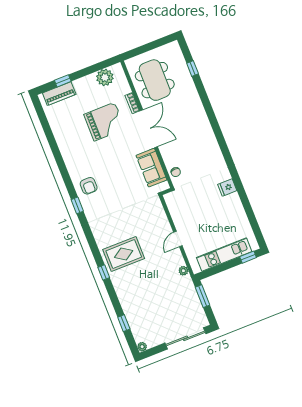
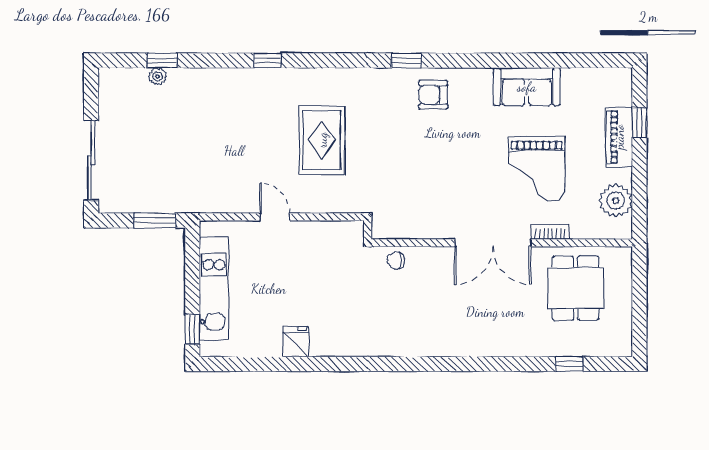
dining table: (155, 80) -> (576, 288), width x0.73
piano: (59, 94) -> (619, 137), moved
sofa: (151, 168) -> (527, 87), moved, turned 180
fridge: (227, 188) -> (296, 342), moved
rug: (124, 254) -> (322, 140), moved
plant: (183, 271) -> (214, 204), removed
plant: (142, 347) -> (158, 76), moved

